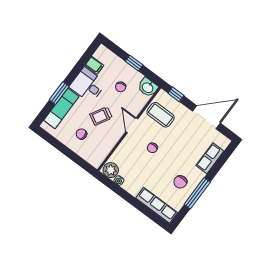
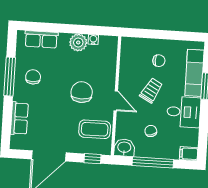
window: (134, 63) -> (153, 162), width x2.17
filing cabinet: (94, 65) -> (189, 154), moved
chair: (152, 148) -> (82, 92), width x1.87, depth x1.87
plant: (111, 170) -> (78, 42), moved
row of seats: (157, 205) -> (41, 39), width x0.68

